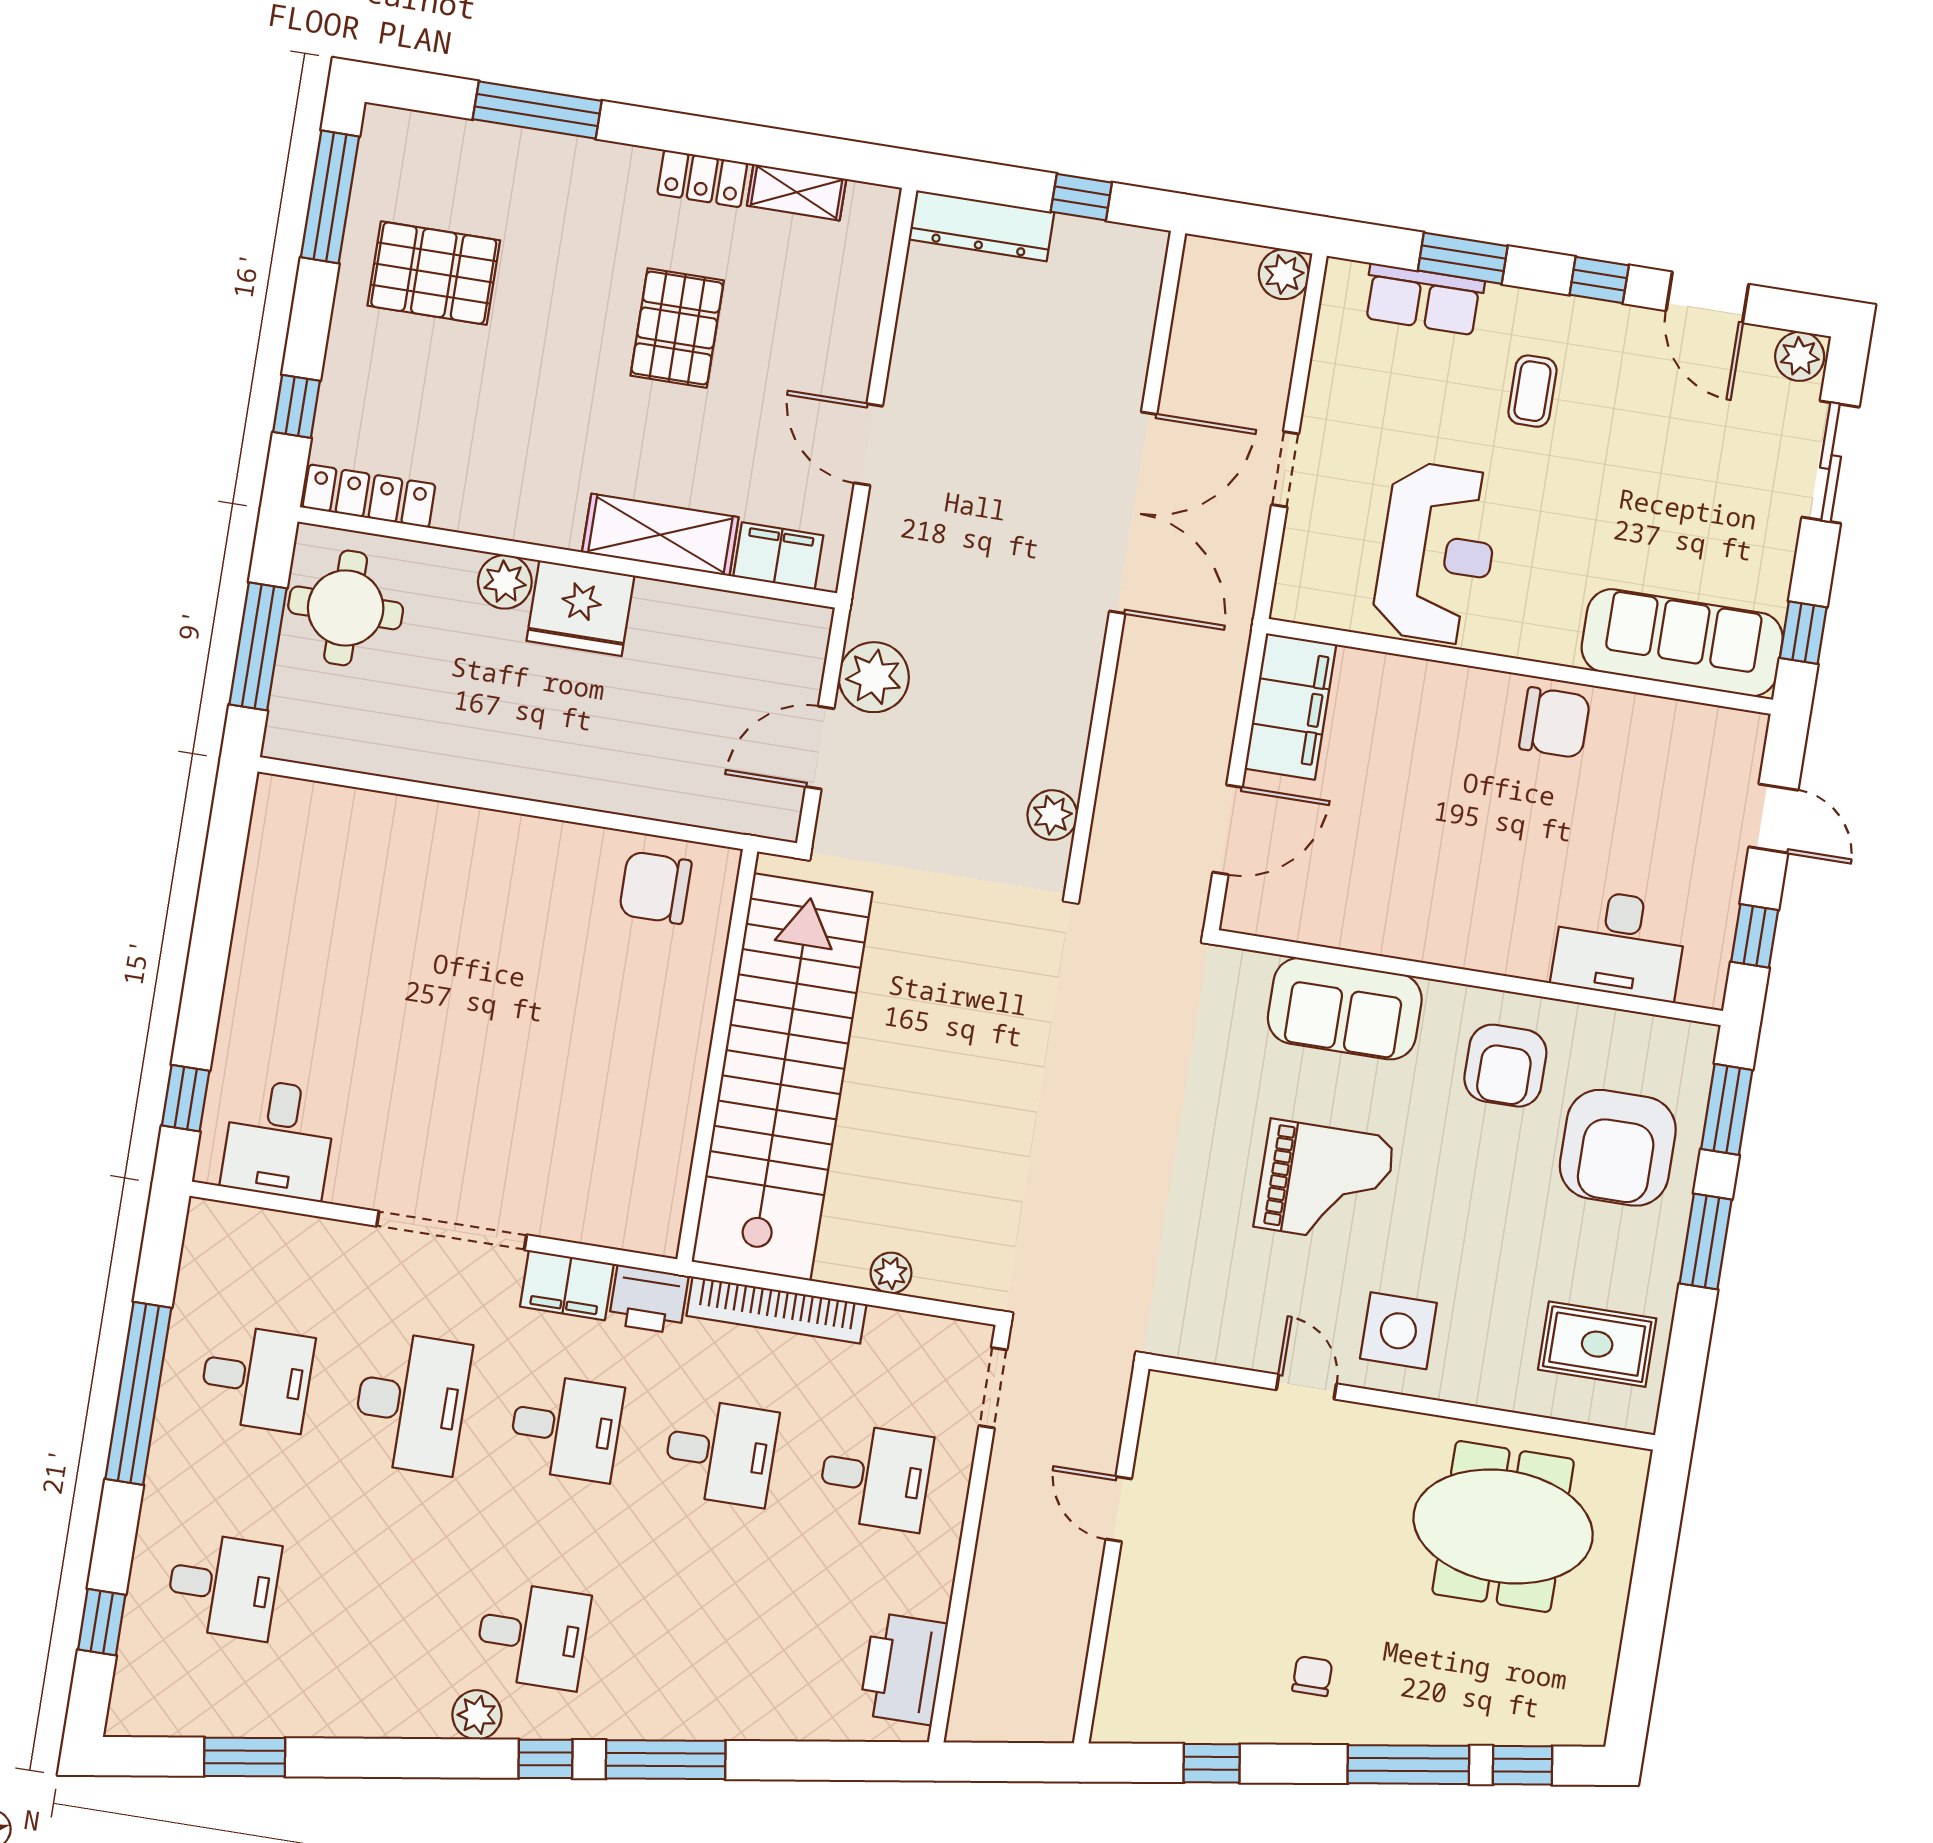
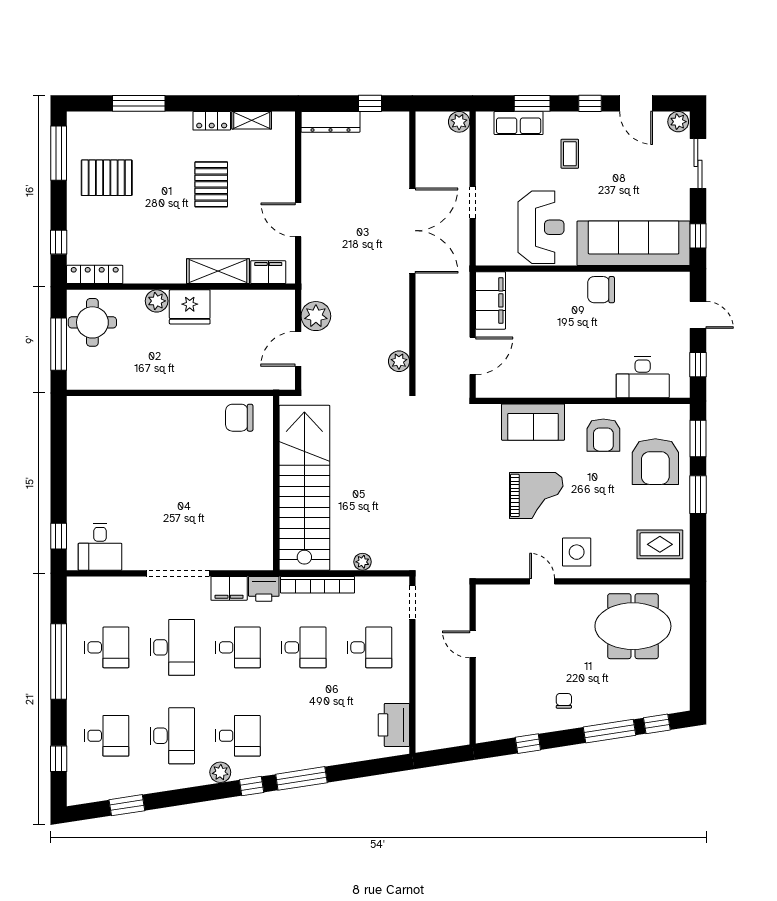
sofa: (1682, 643) -> (634, 243), width x1.36, depth x1.27
chair: (1555, 723) -> (601, 290), turned 180
desk: (378, 1611) -> (172, 736), added

